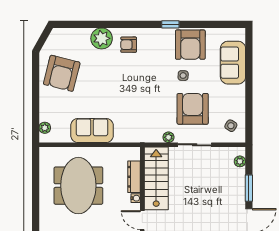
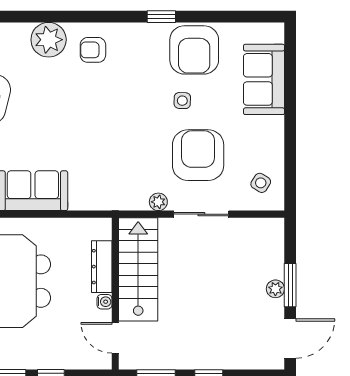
plant: (240, 161) -> (275, 289), moved

